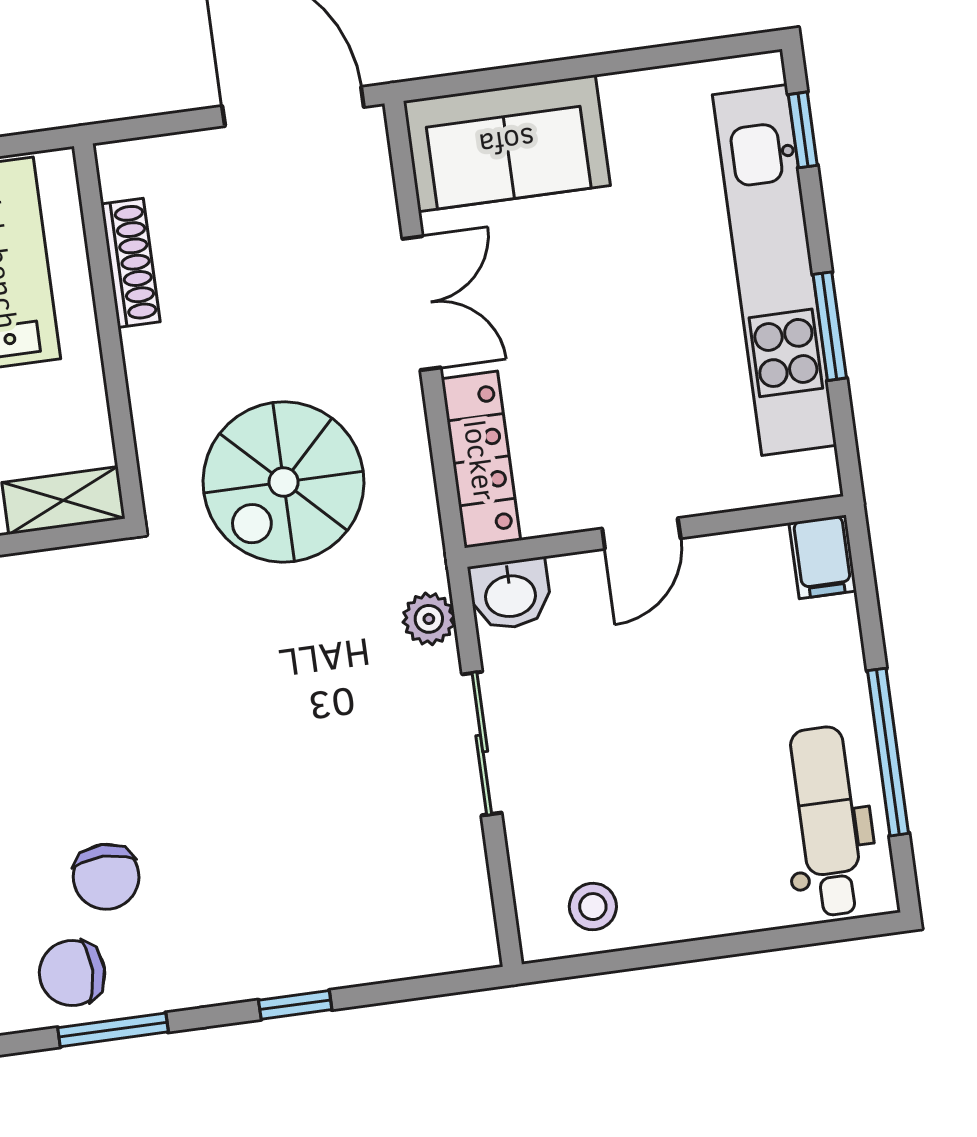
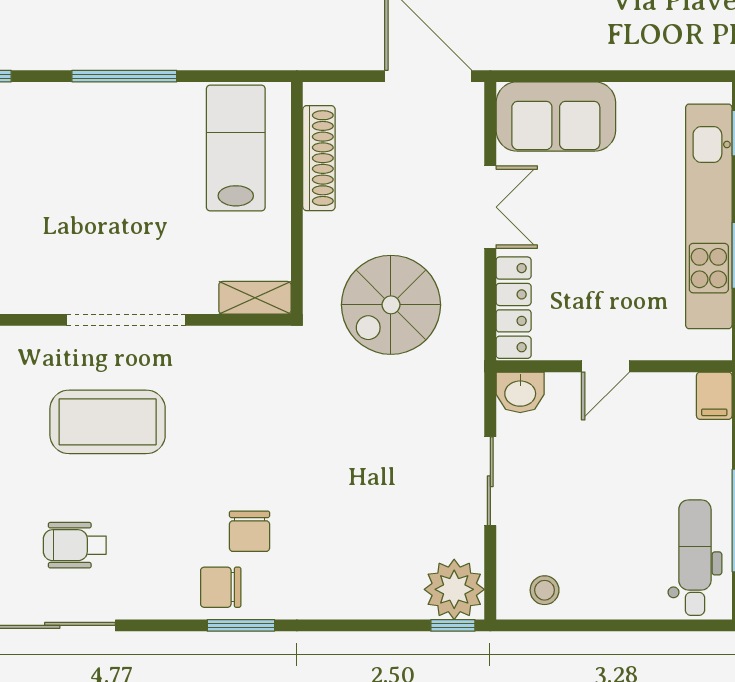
shoe rack: (130, 263) -> (319, 158), width x1.36, depth x1.24
plant: (429, 619) -> (454, 589), moved, width x1.88, depth x1.88
window: (295, 1005) -> (453, 625), moved

